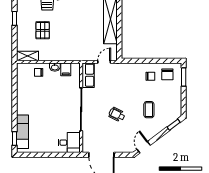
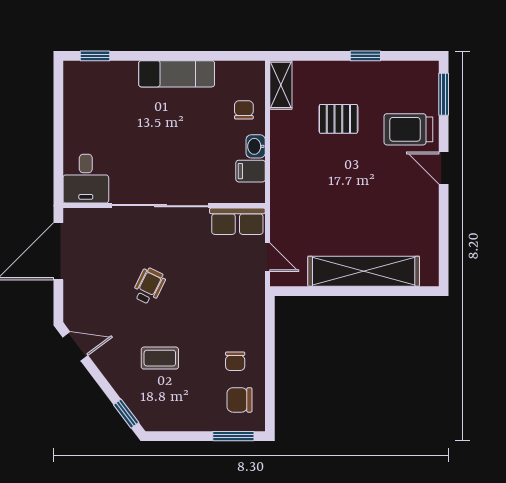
exam couch: (23, 132) -> (177, 74), moved

